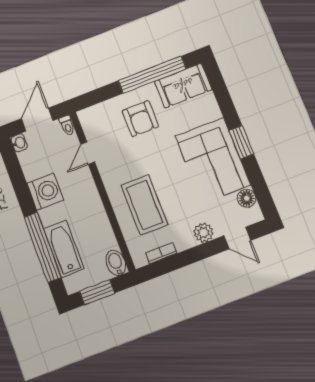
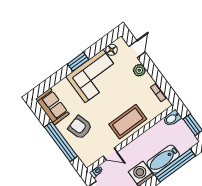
window: (152, 75) -> (61, 142), moved
armchair: (140, 119) -> (80, 127), turned -106
coffee table: (144, 205) -> (128, 122), moved
bathtub: (64, 249) -> (163, 159), moved

